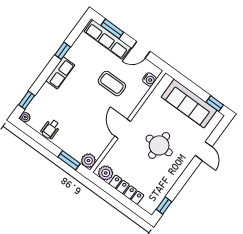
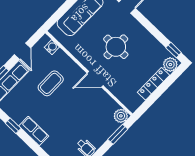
plant: (106, 173) -> (170, 65), moved

